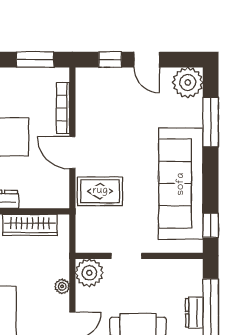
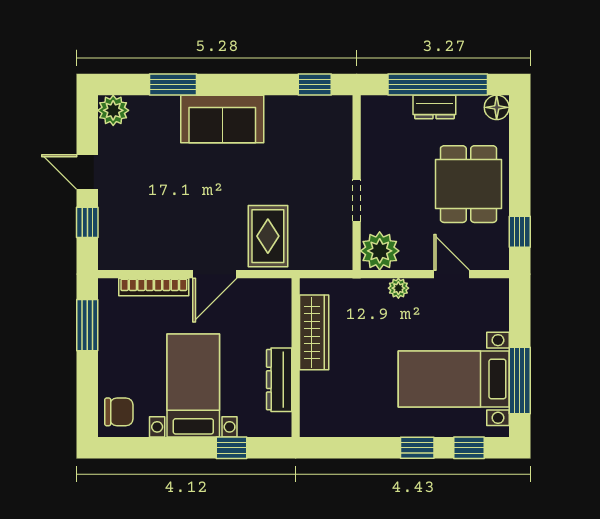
door: (147, 60) -> (87, 172), swing flipped
plant: (188, 82) -> (113, 110), width x0.73, depth x0.73
window: (211, 122) -> (173, 84), width x0.69
sofa: (181, 184) -> (222, 119), width x0.54, depth x0.79

